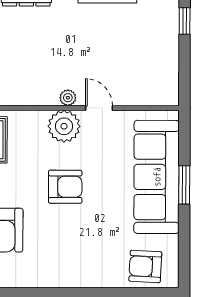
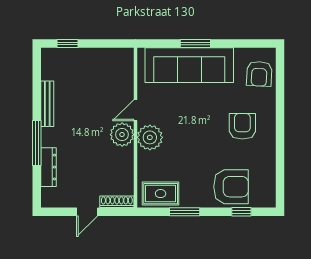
plant: (68, 98) -> (122, 135), width x1.88, depth x1.88
armchair: (65, 187) -> (242, 126), moved

